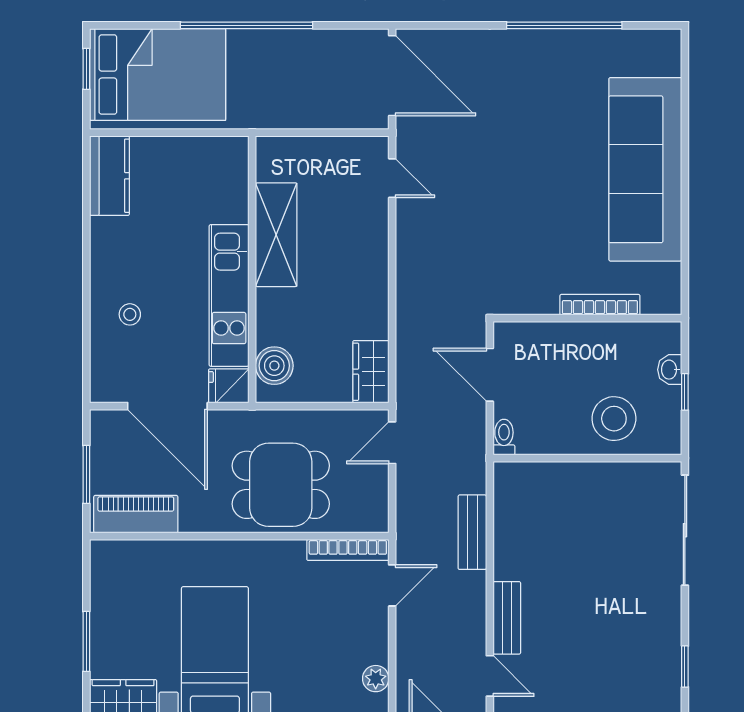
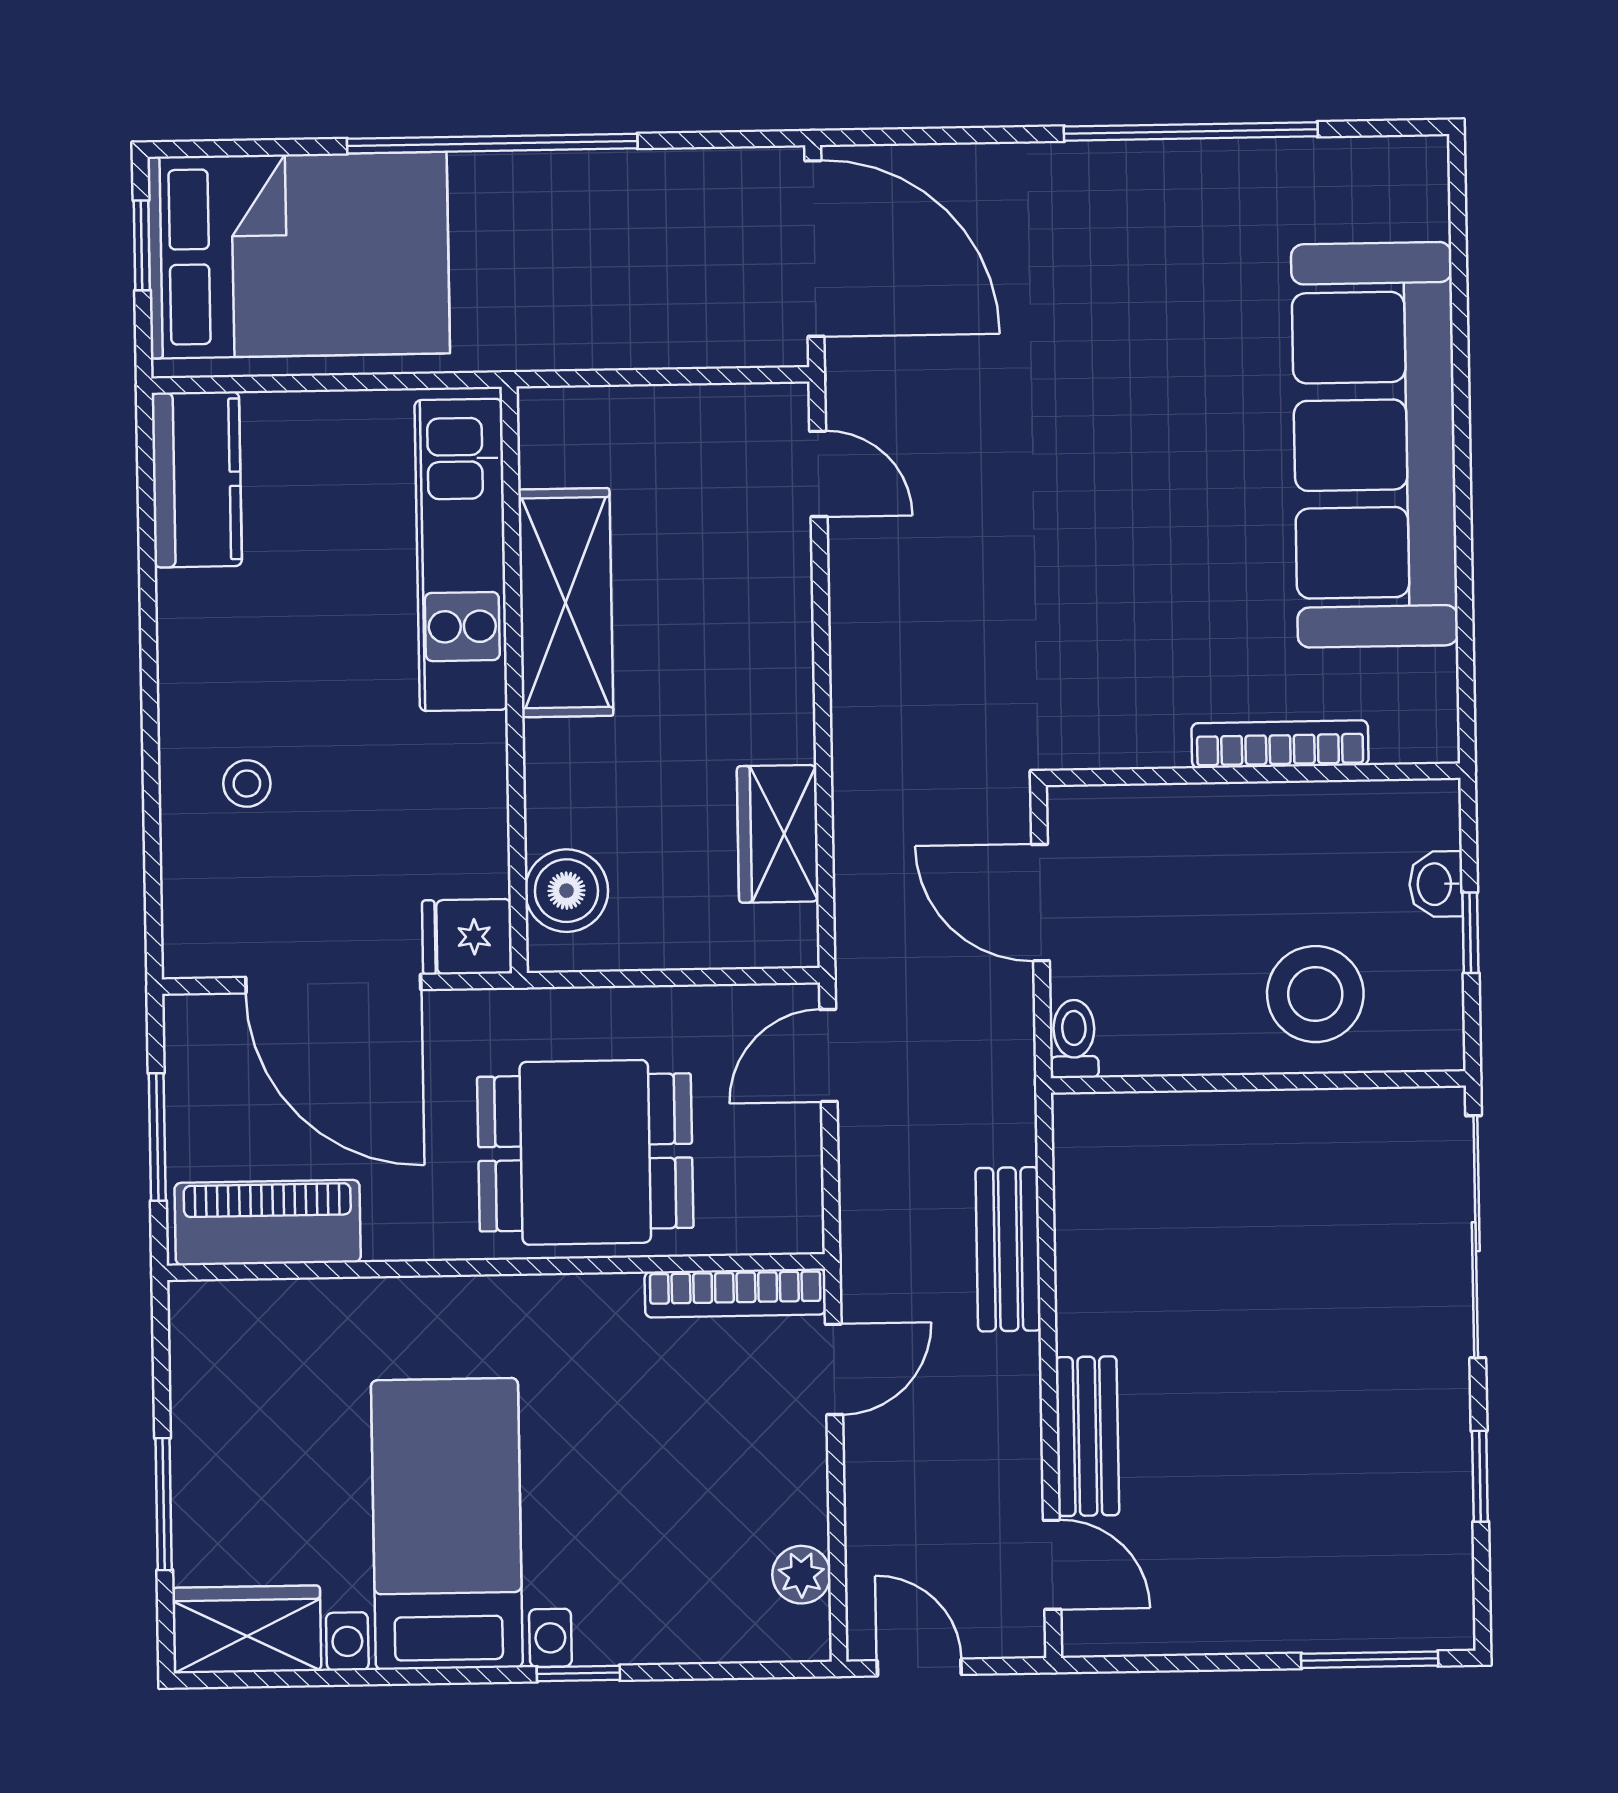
kitchen unit: (229, 295) -> (461, 555), moved
wardrobe: (371, 372) -> (778, 834), moved
window: (685, 667) -> (1480, 1476), moved

